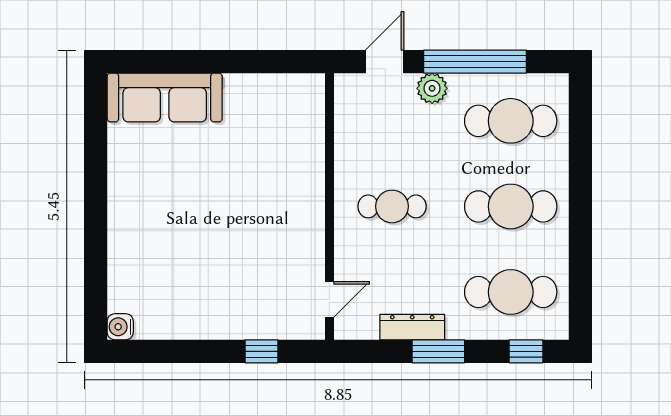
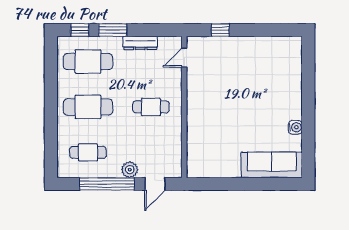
cafe table: (511, 121) -> (88, 152), width x0.73, depth x0.74
water cooler: (120, 327) -> (295, 127), moved
window: (438, 351) -> (113, 30), moved

